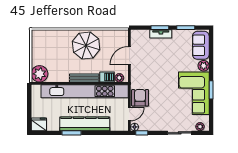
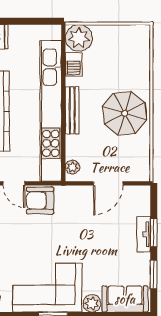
door: (129, 56) -> (108, 183), swing flipped
barbecue: (107, 77) -> (74, 64), moved
armchair: (140, 98) -> (40, 201), turned 180

